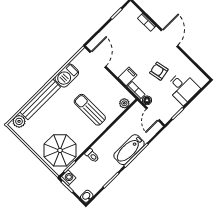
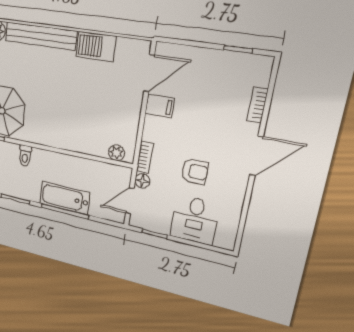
armchair: (159, 71) -> (195, 171), turned 101
filing cabinet: (128, 76) -> (160, 106), moved
sun lounger: (90, 110) -> (75, 112), removed

